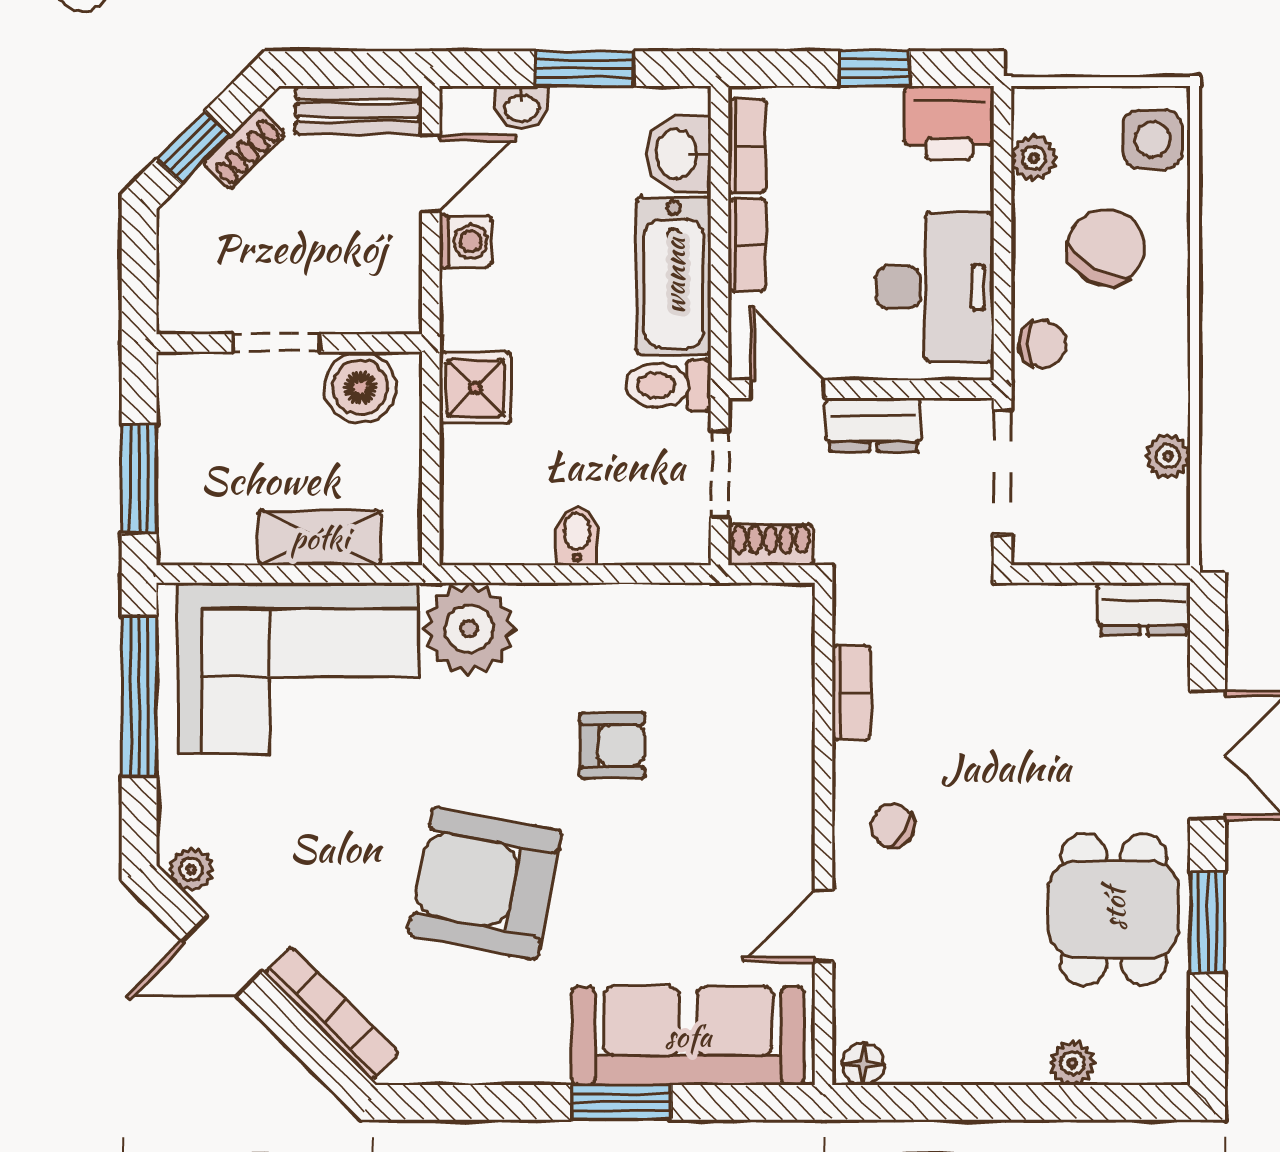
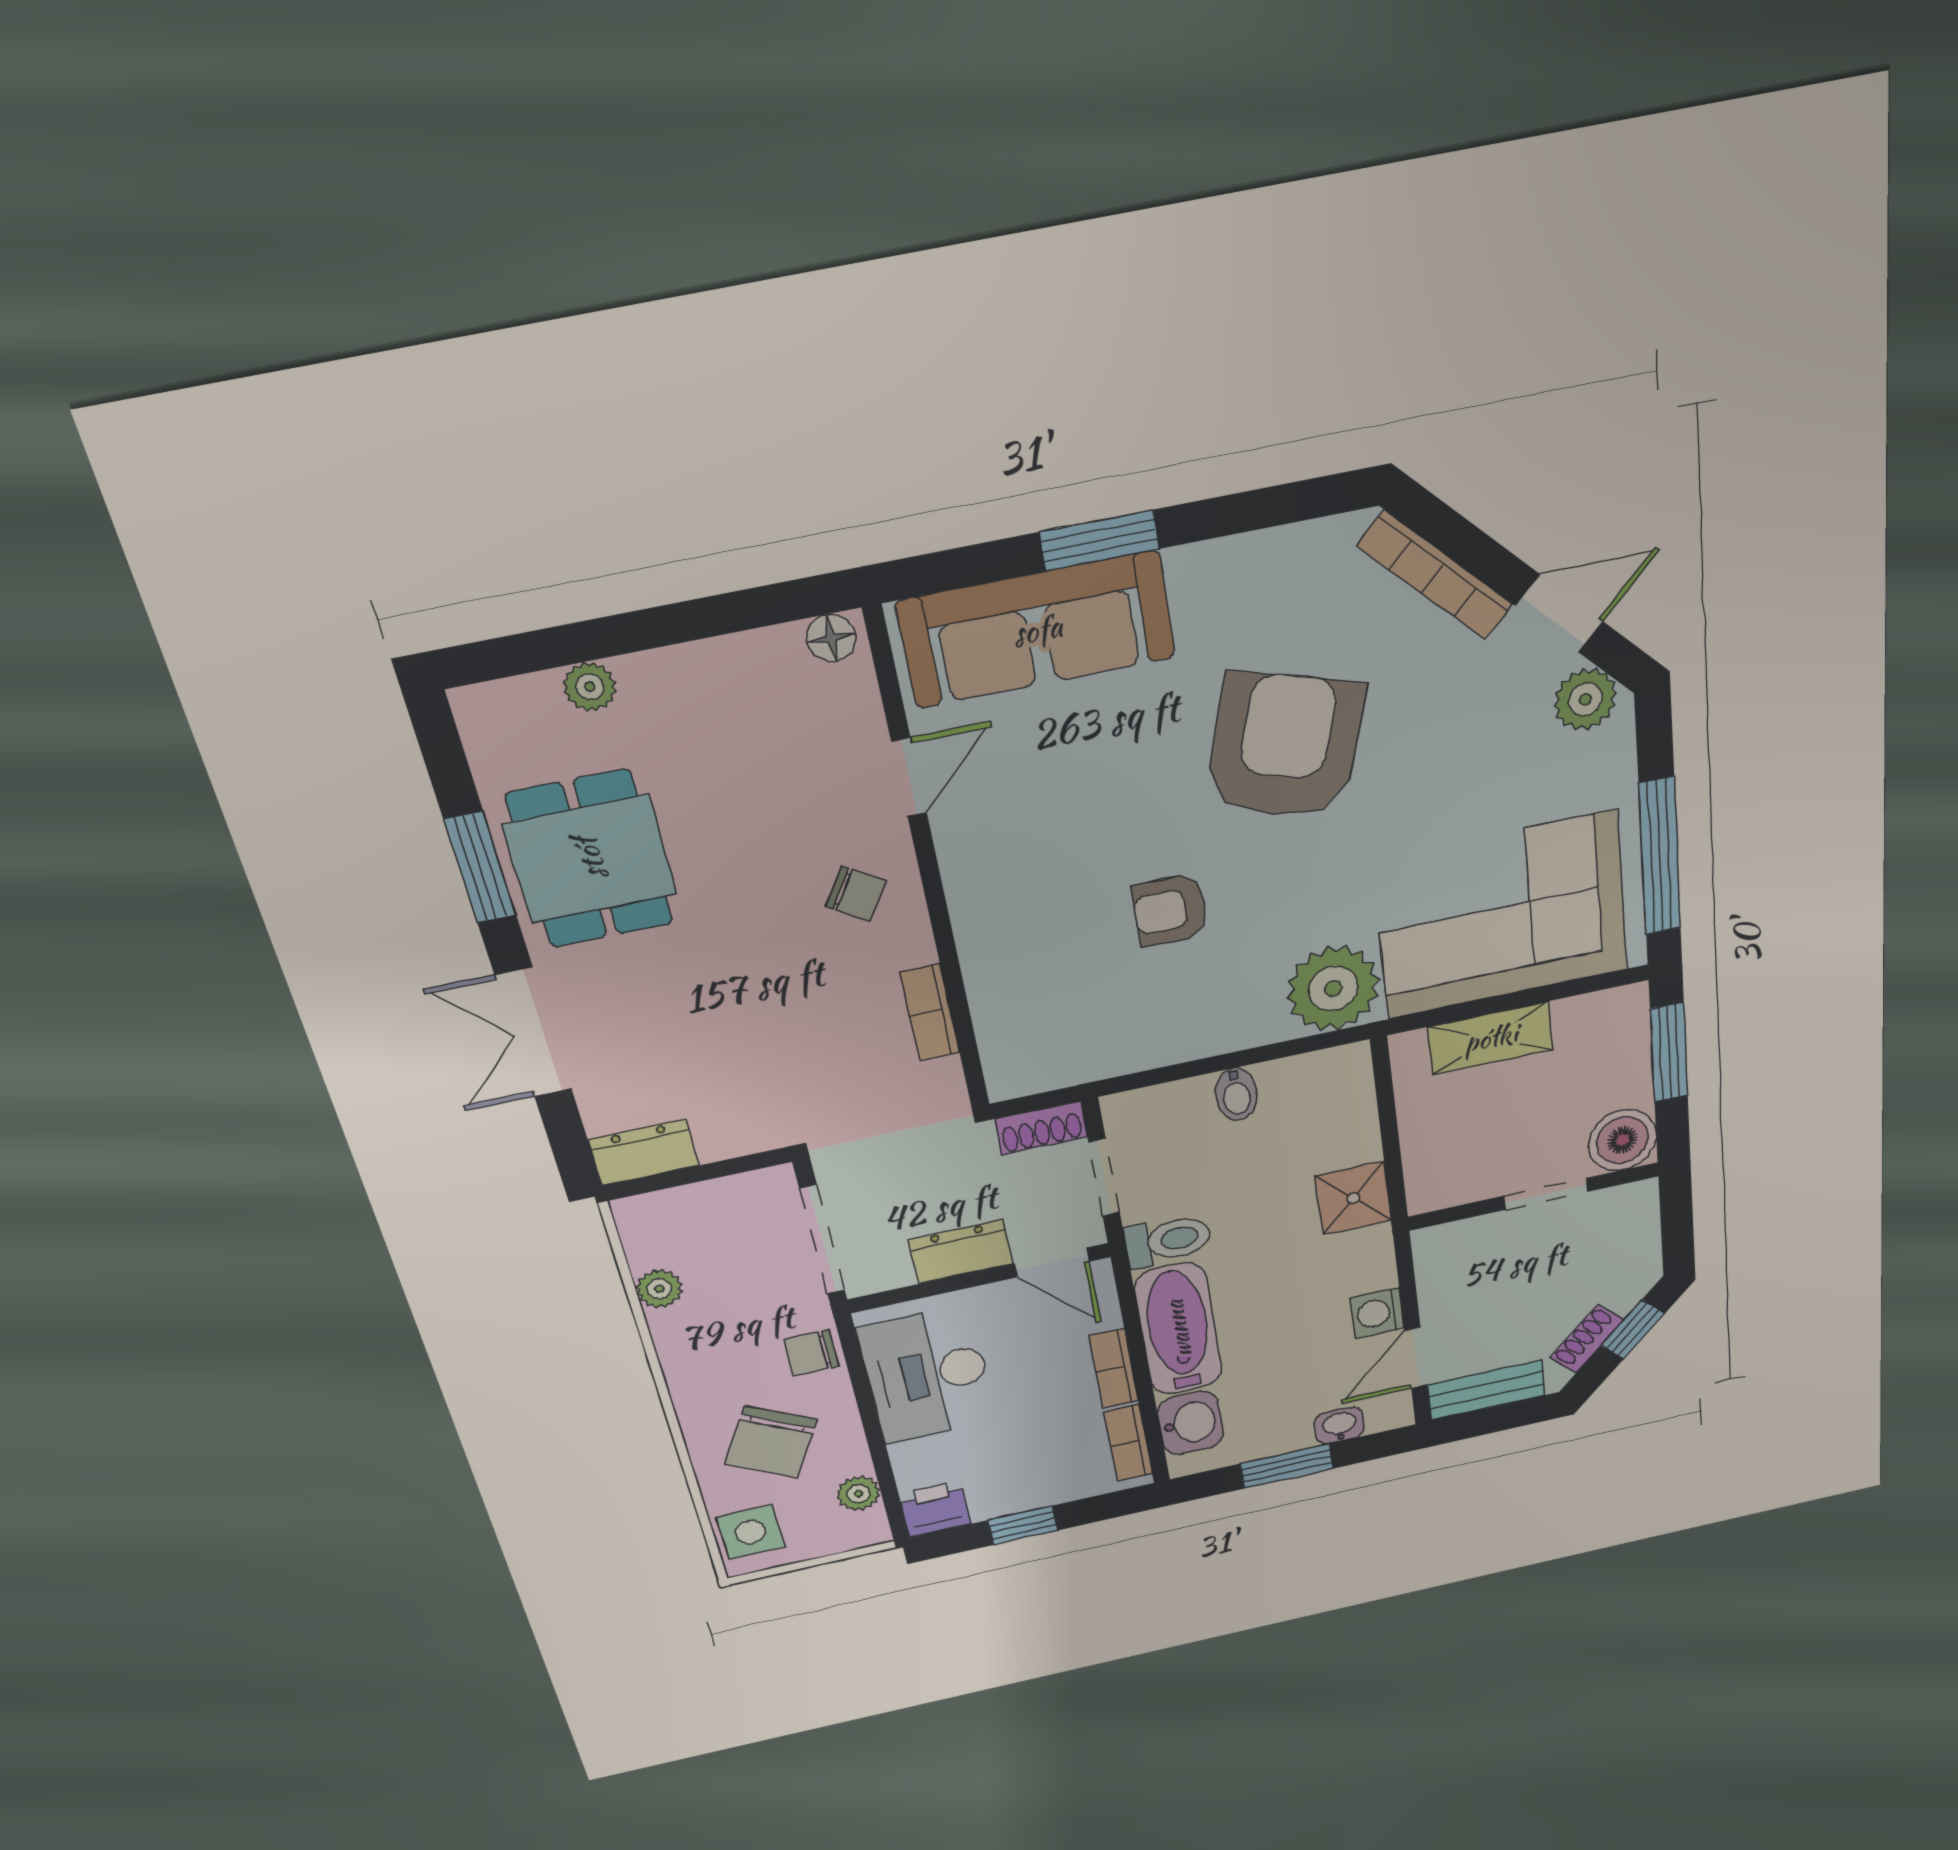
printer: (949, 123) -> (935, 1509), width x0.73, depth x0.81
boiler: (360, 387) -> (1622, 1140), moved
plant: (191, 869) -> (1585, 699), width x1.38, depth x1.38
armchair: (485, 883) -> (1285, 746), turned -84

